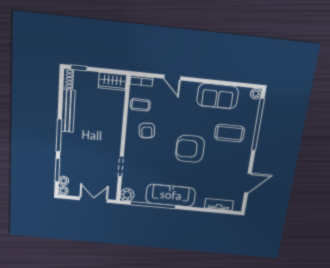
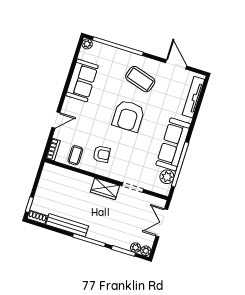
wardrobe: (112, 81) -> (105, 189), moved, turned 90
coffee table: (229, 133) -> (140, 79), moved, turned -73
plant: (127, 195) -> (167, 177), moved
tv unit: (219, 205) -> (193, 97), width x1.41

